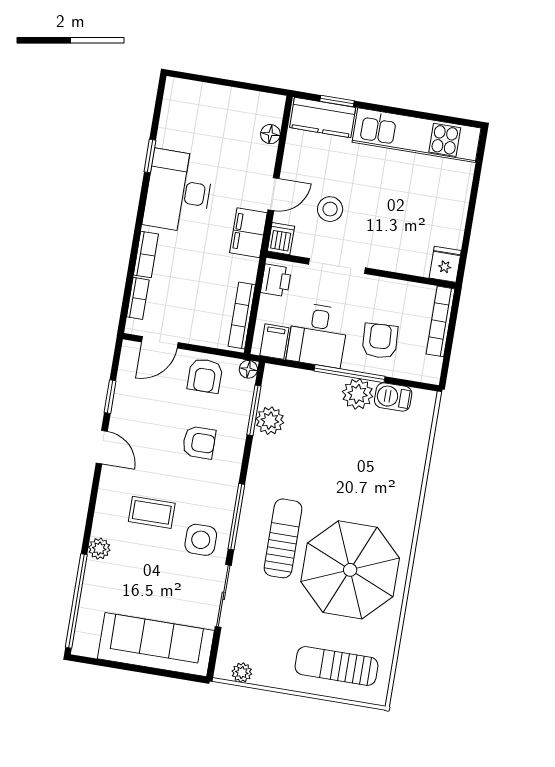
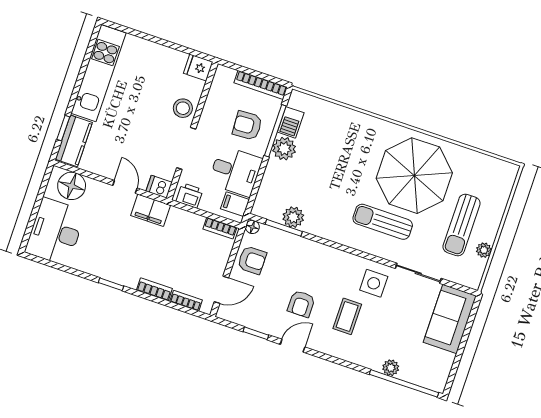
floor lamp: (270, 134) -> (72, 186), width x1.89, depth x1.89
window: (150, 156) -> (111, 284), moved
desk: (178, 191) -> (55, 232), moved, turned 90
stool: (330, 209) -> (183, 108), moved
bookcase: (242, 315) -> (220, 228), width x0.64
bookcase: (440, 321) -> (261, 85), moved
door: (160, 342) -> (221, 290), hinge flipped
window: (350, 374) -> (275, 131), moved
armchair: (199, 442) -> (301, 304), moved, turned 180
window: (236, 517) -> (361, 254), removed
plant: (99, 549) -> (391, 368), moved
sofa: (156, 645) -> (450, 319), width x0.73
sun lounger: (337, 666) -> (462, 225), moved
plant: (242, 672) -> (484, 250), moved

